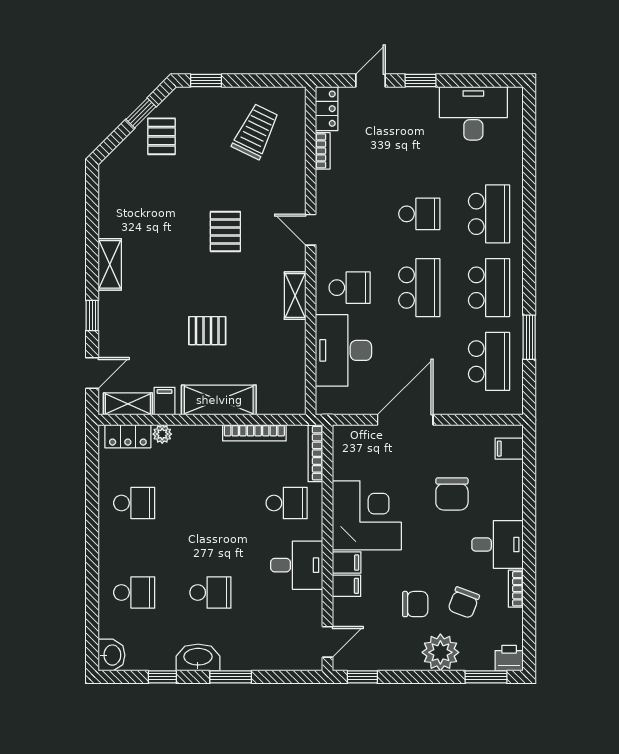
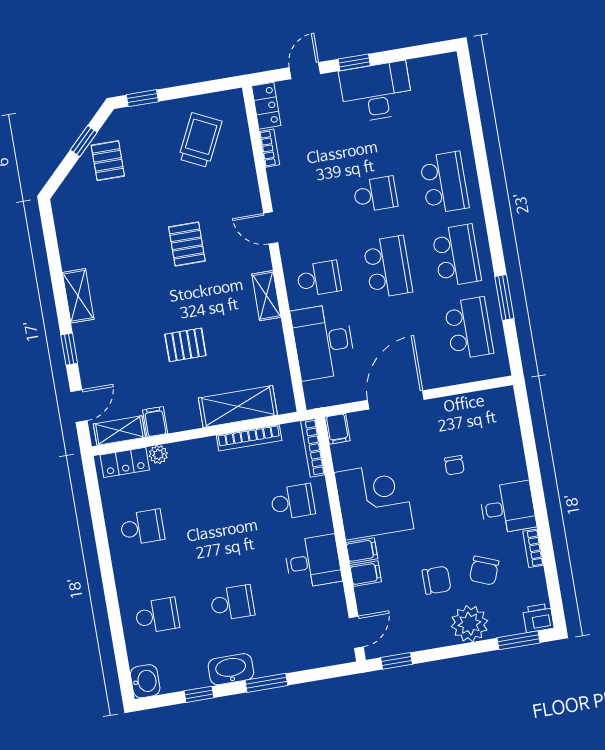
desk: (473, 113) -> (376, 92), moved
shelving: (219, 400) -> (238, 406), moved
filing cabinet: (509, 449) -> (337, 429), moved, turned -90
chair: (452, 494) -> (454, 465), width x0.54, depth x0.54

